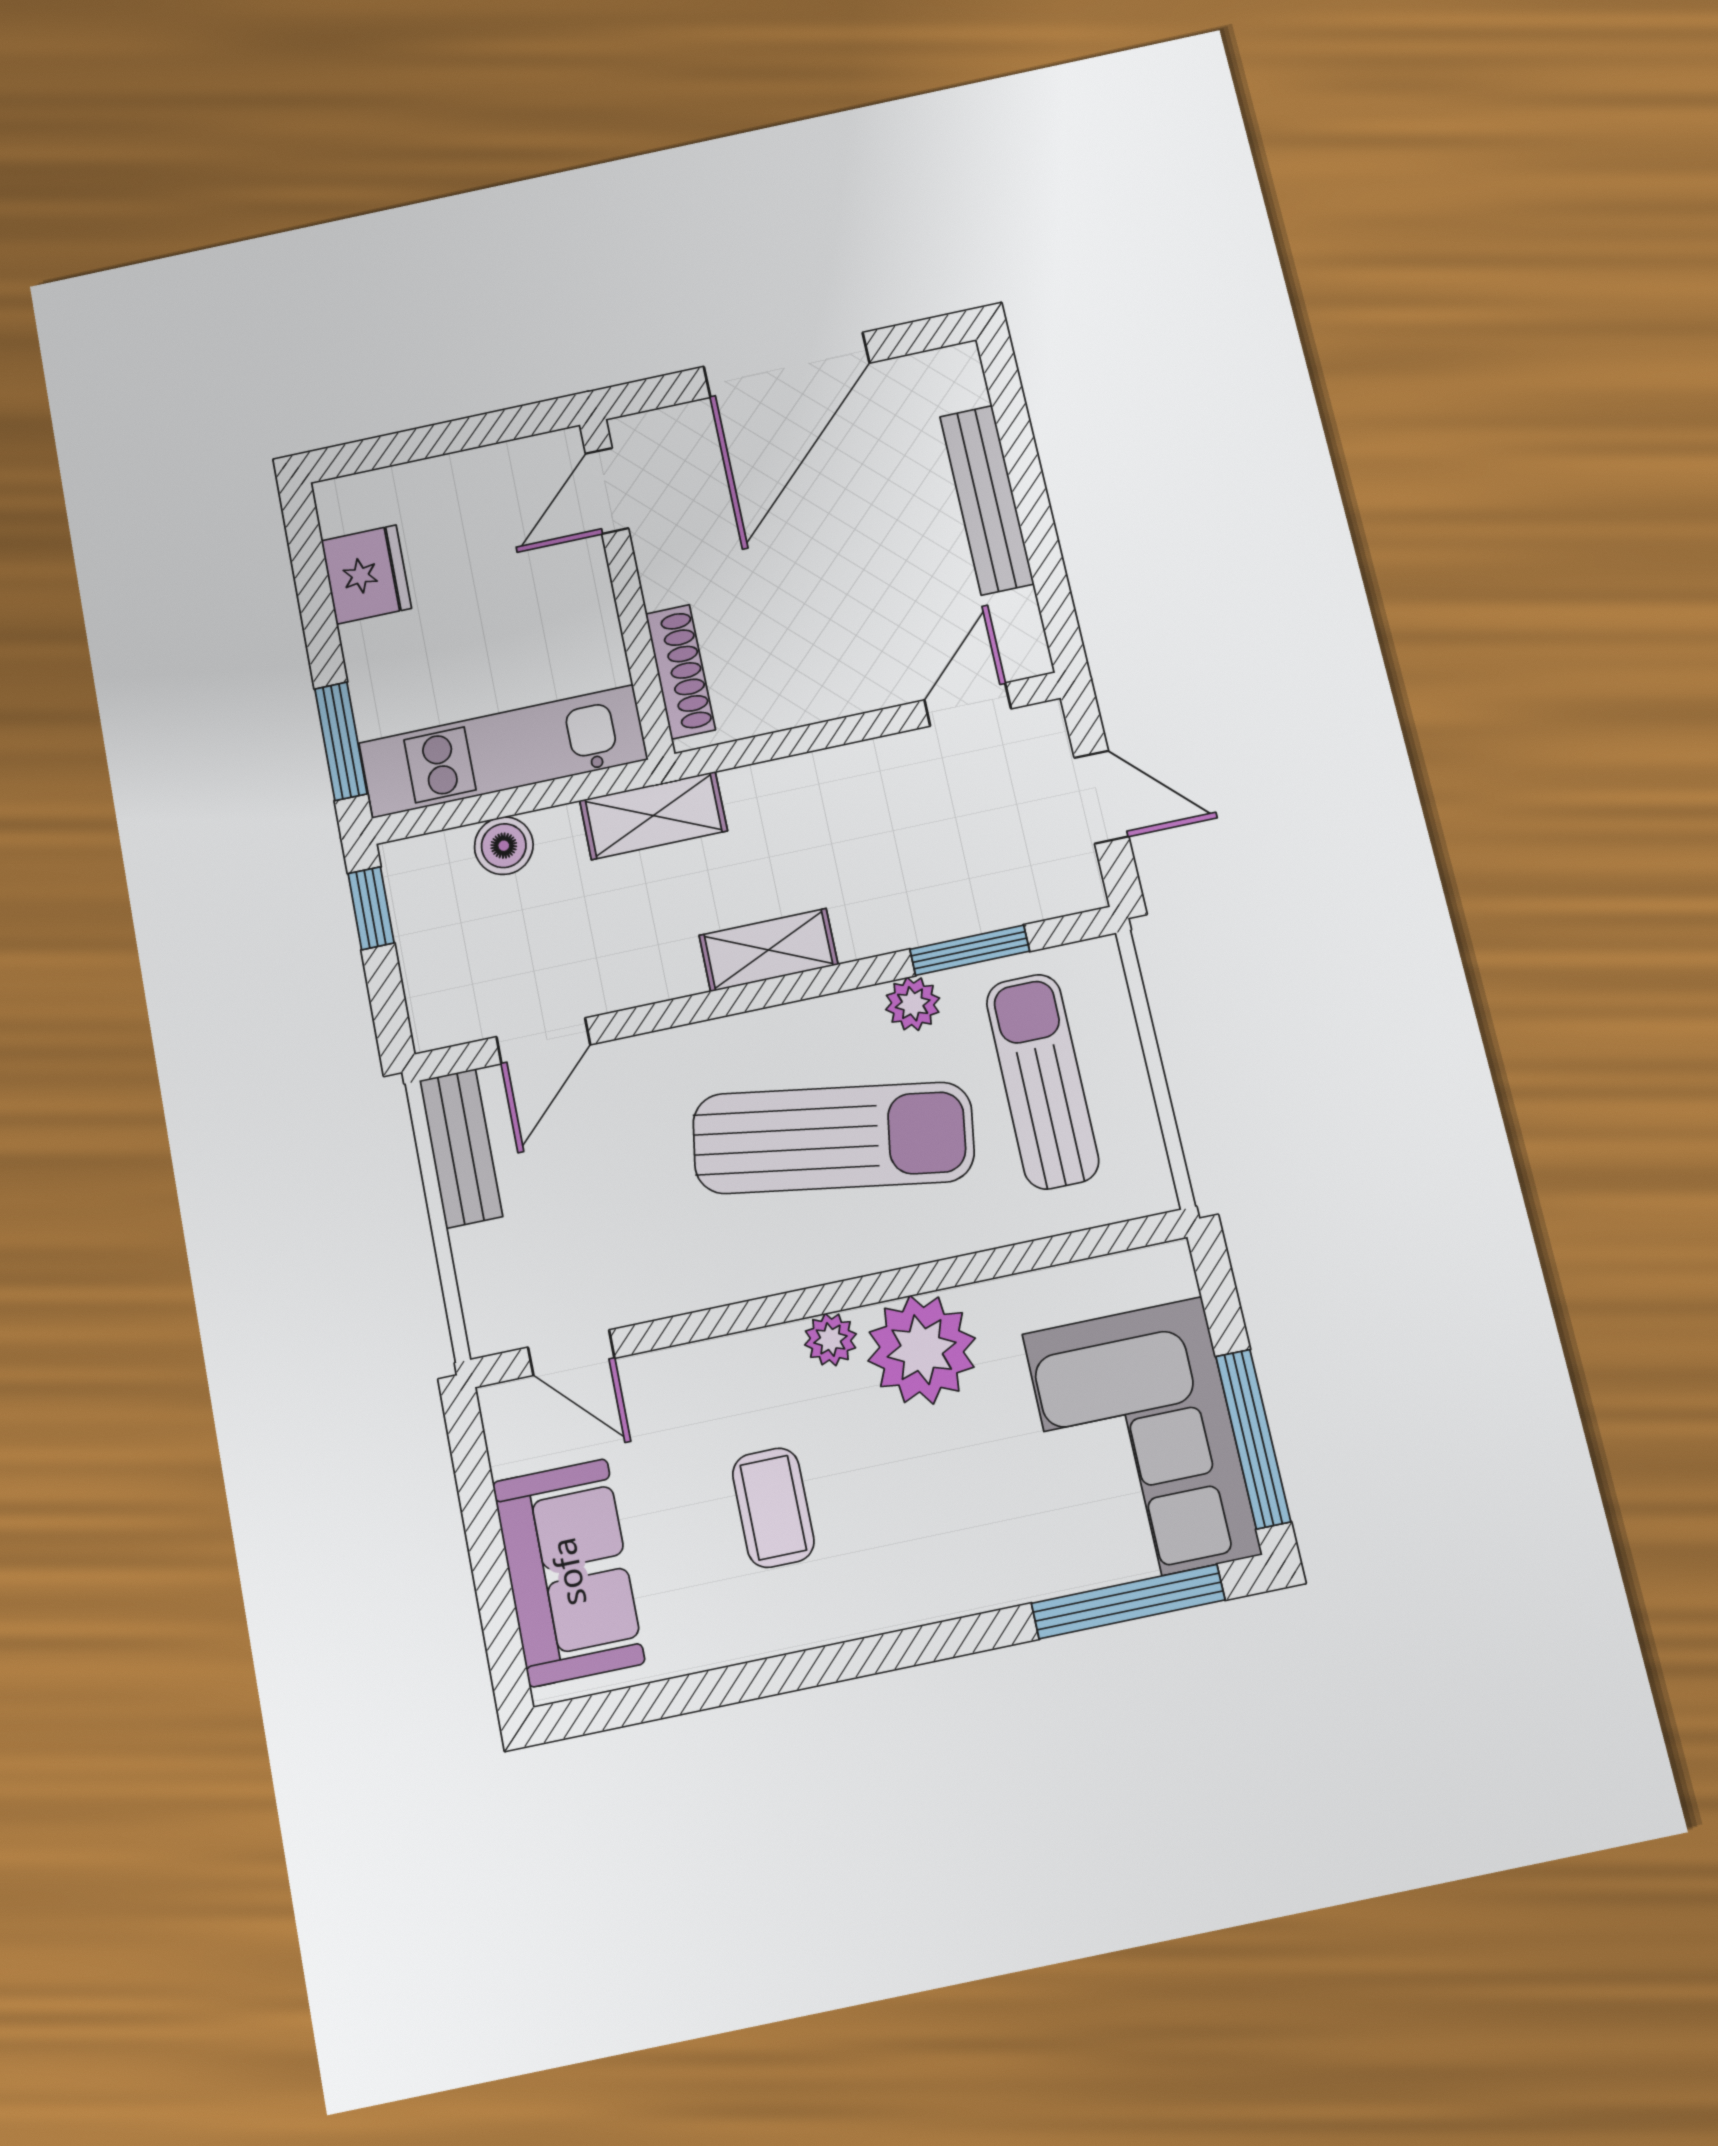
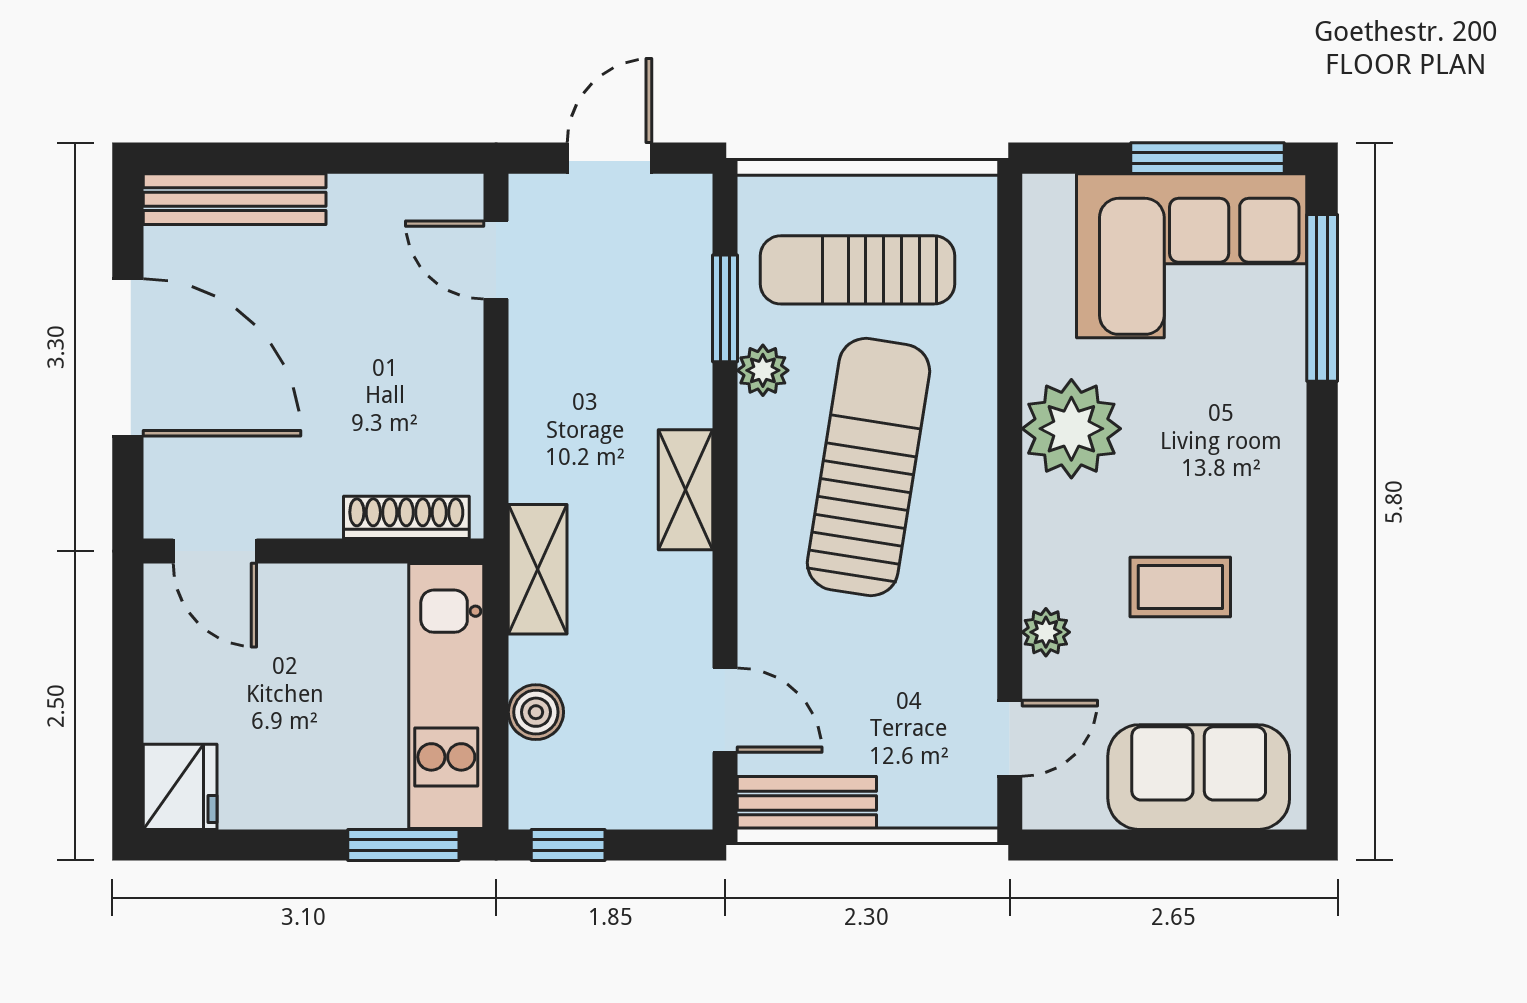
bench: (987, 500) -> (235, 199), moved
fridge: (366, 574) -> (180, 787), moved, turned 90
plant: (830, 1339) -> (1046, 632), moved

